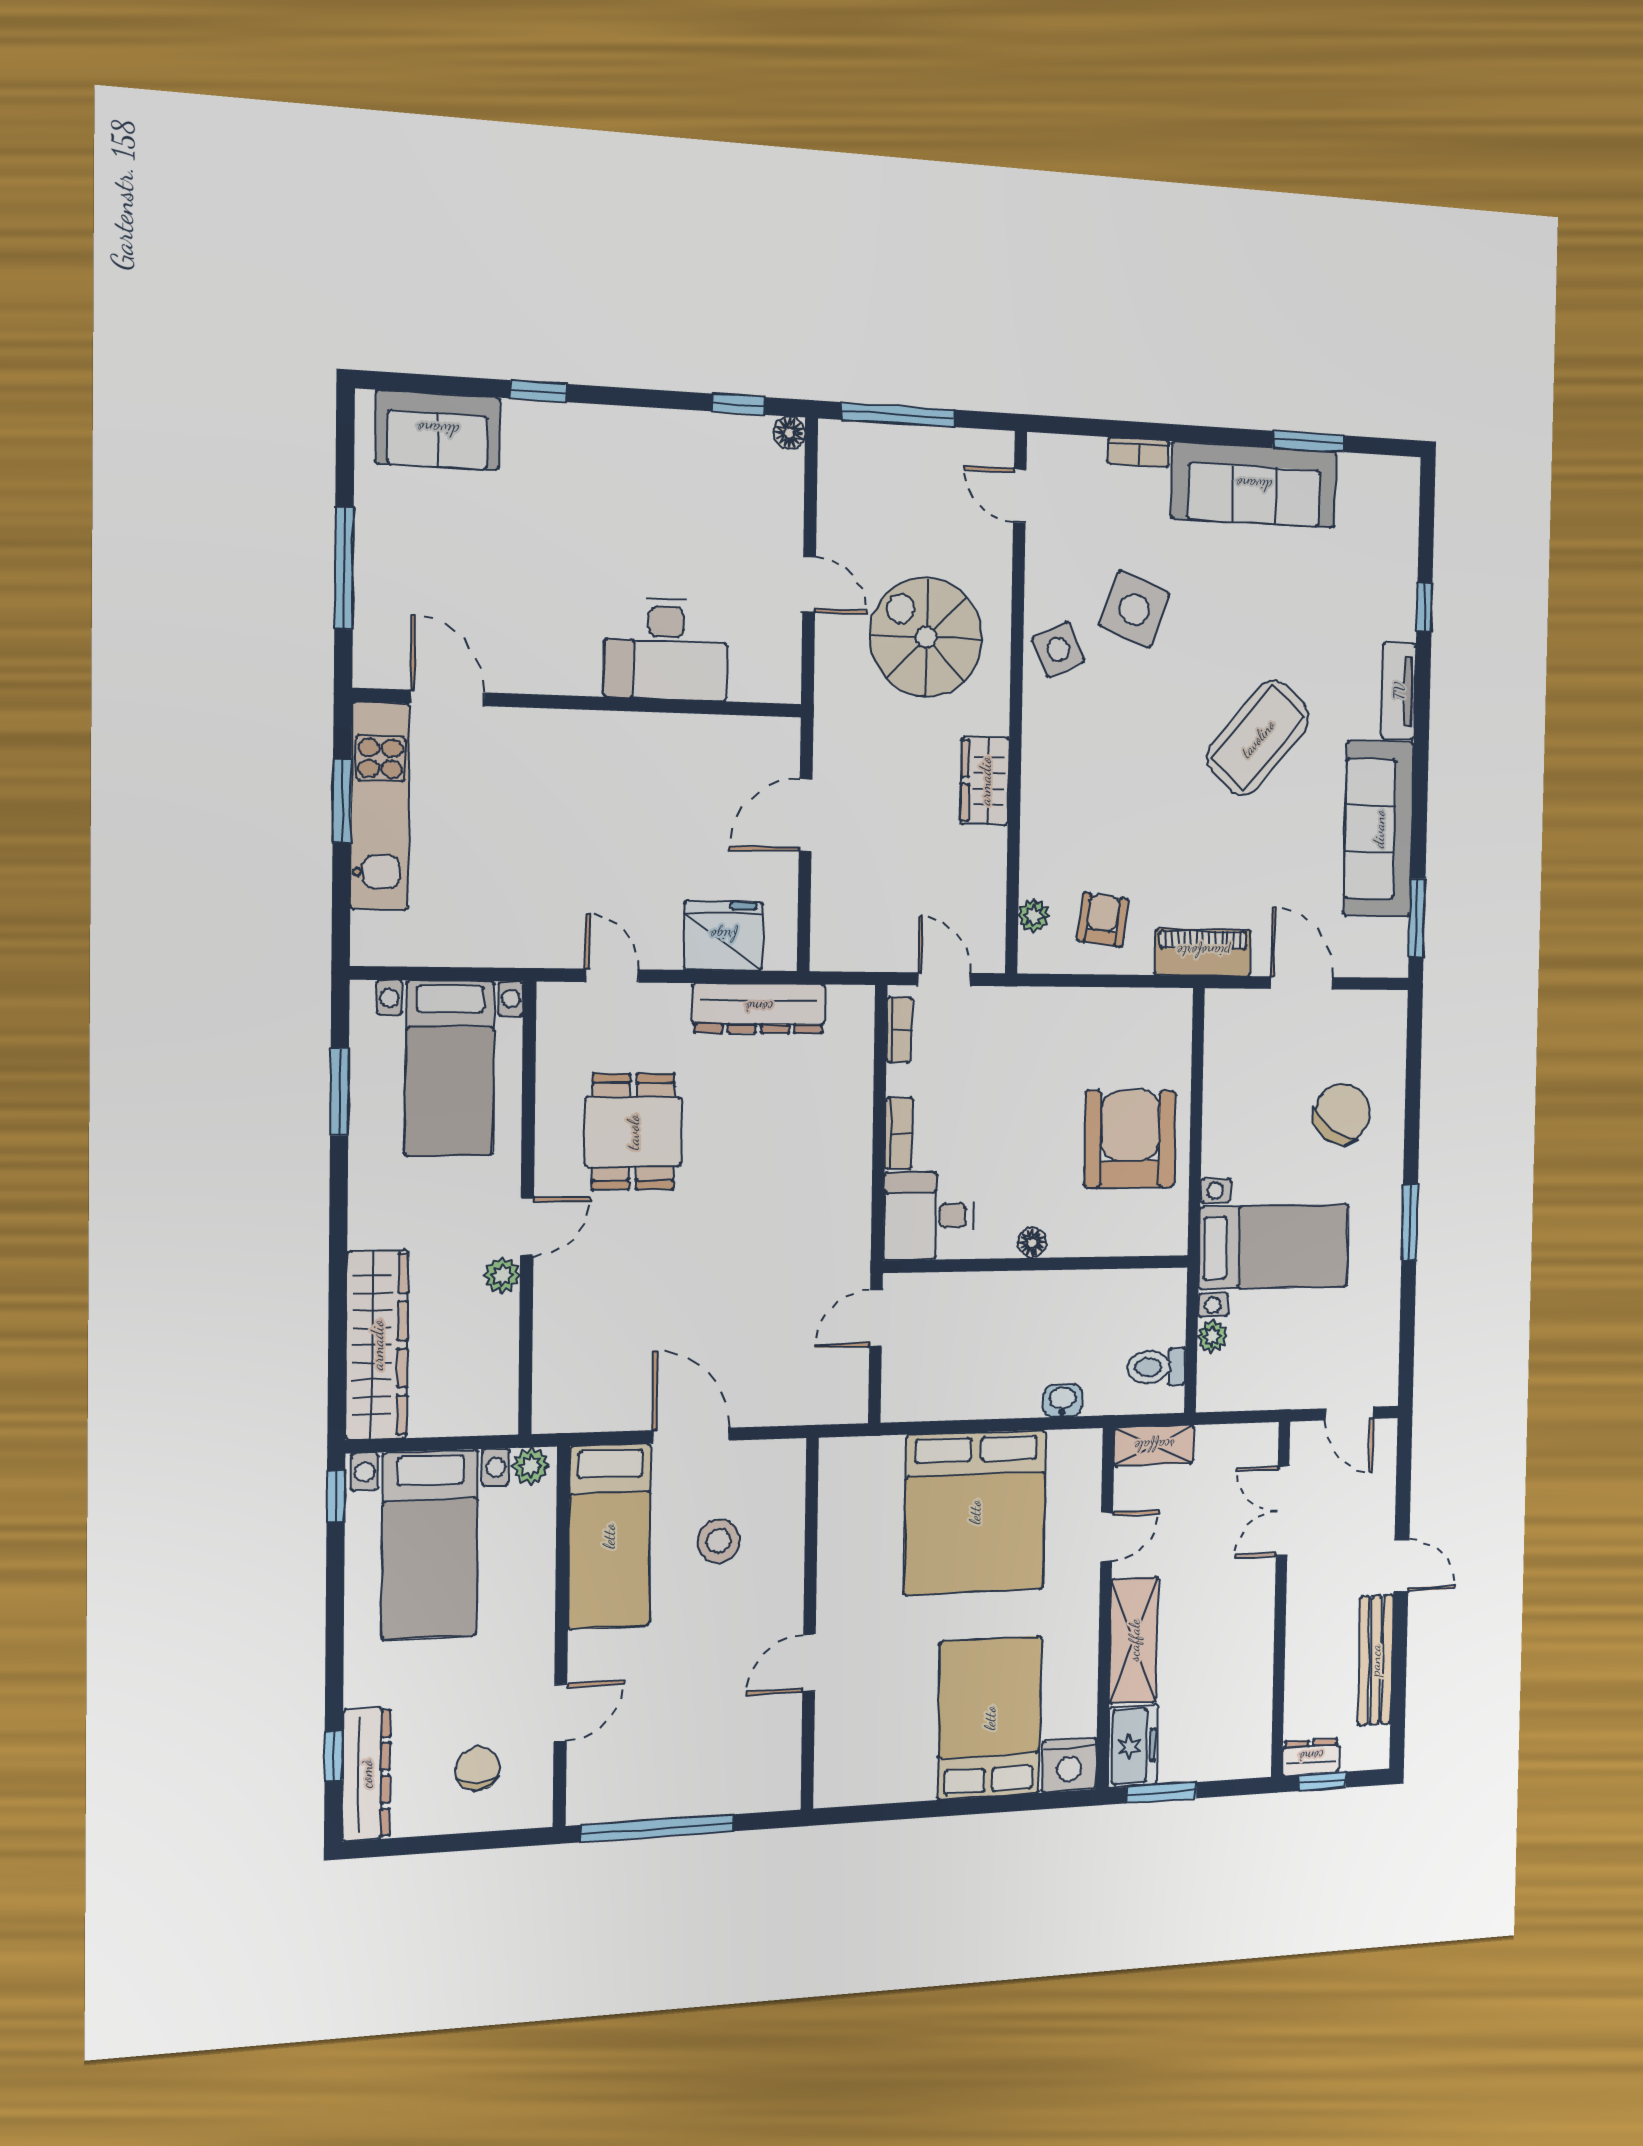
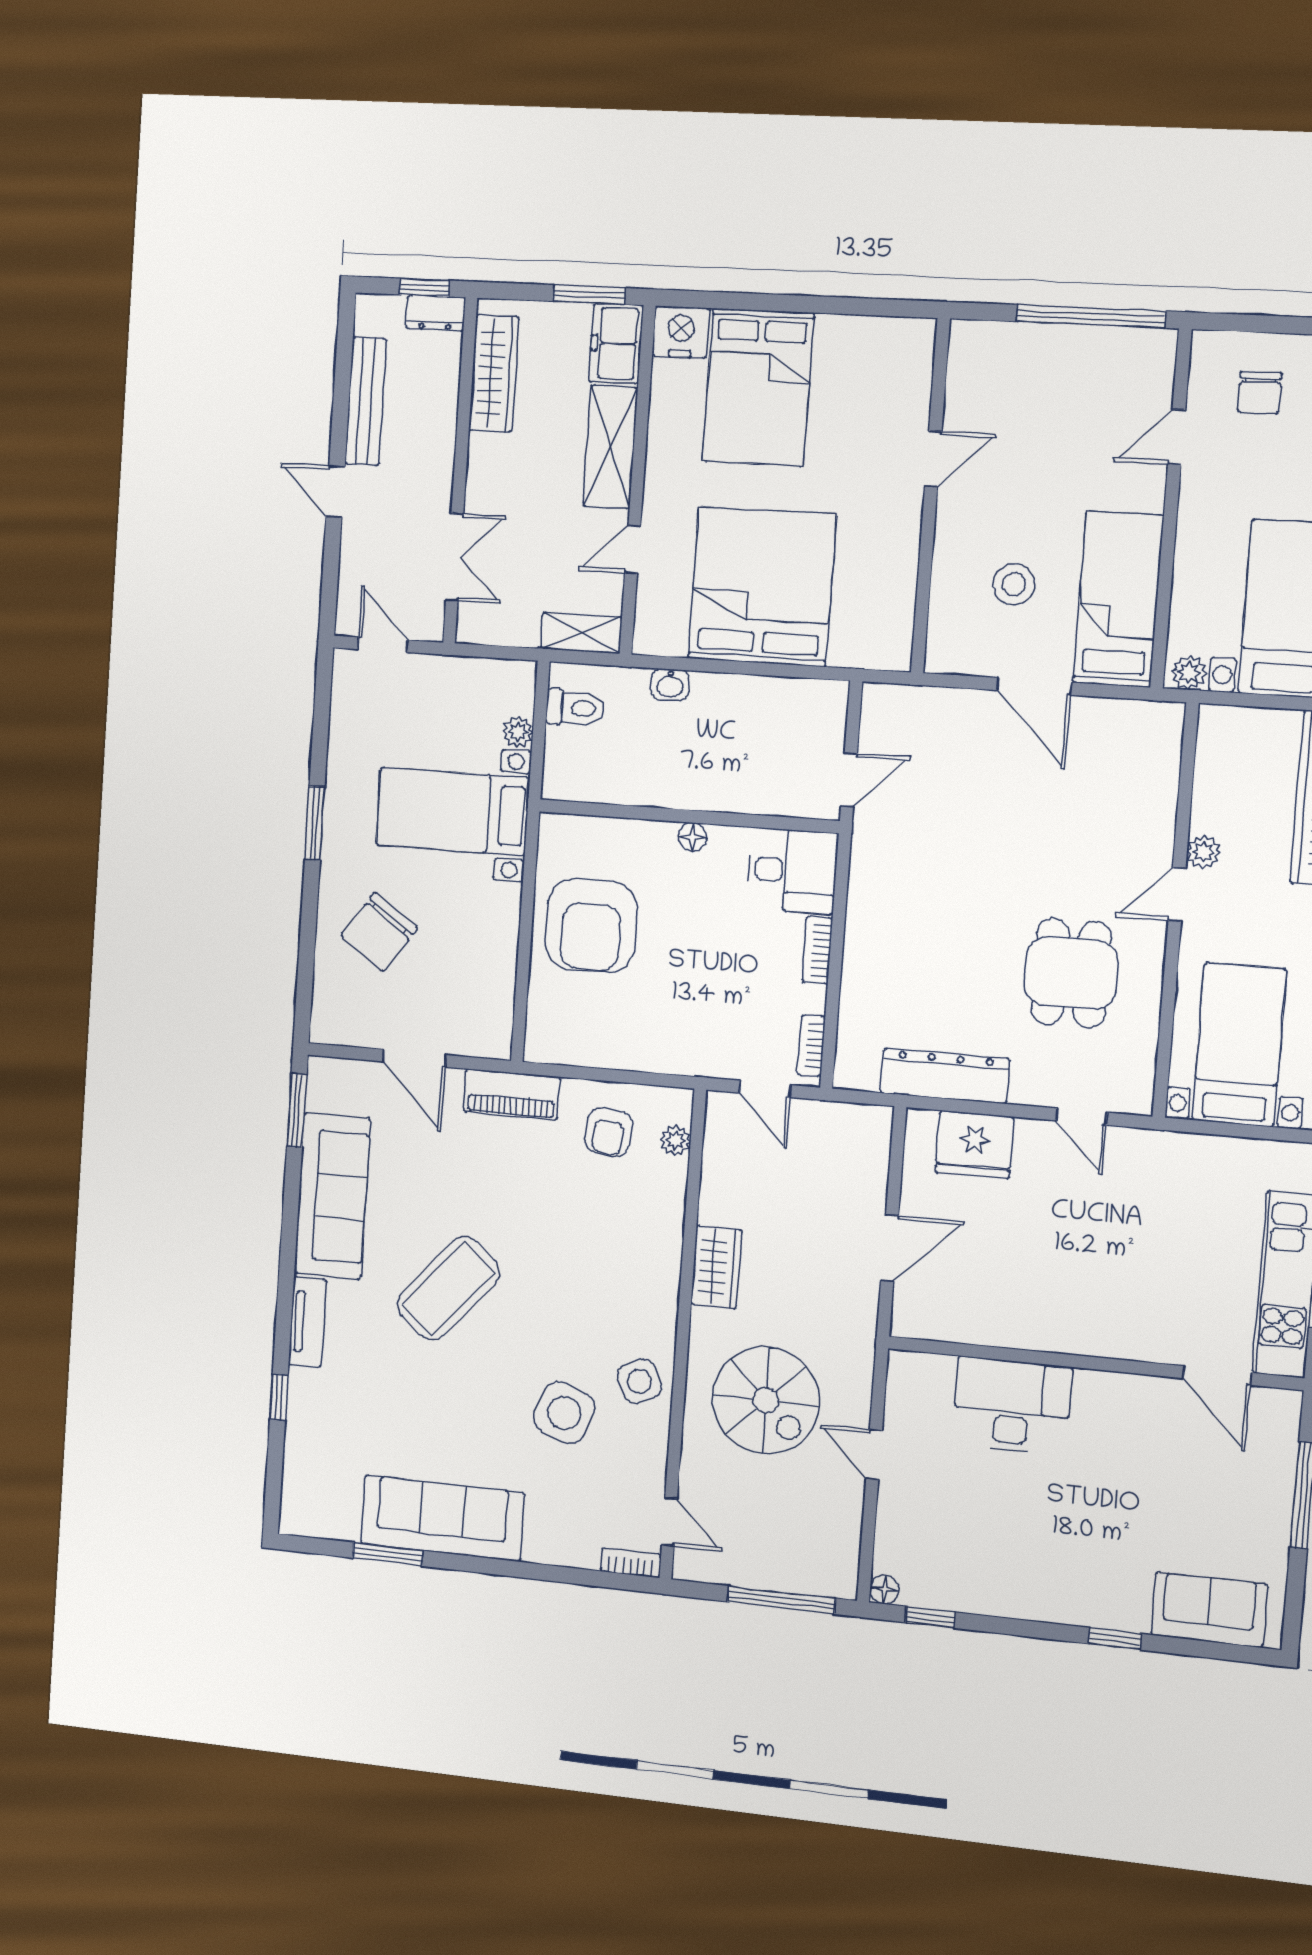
bookcase: (1139, 452) -> (631, 1563), moved
wardrobe: (1252, 1702) -> (494, 373), added

